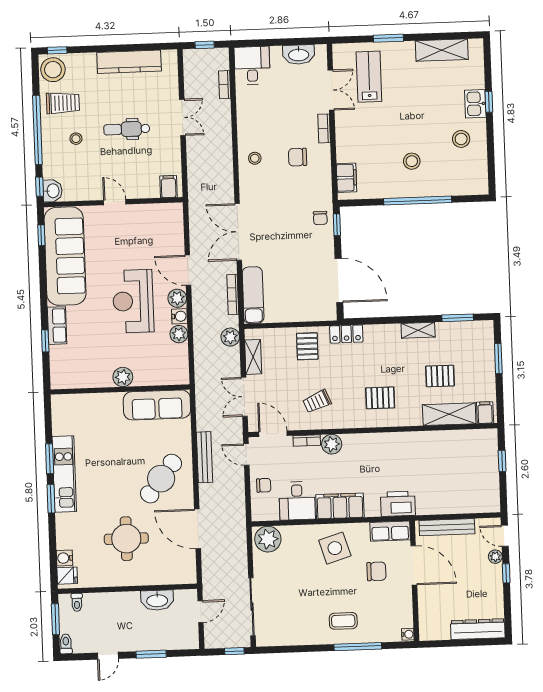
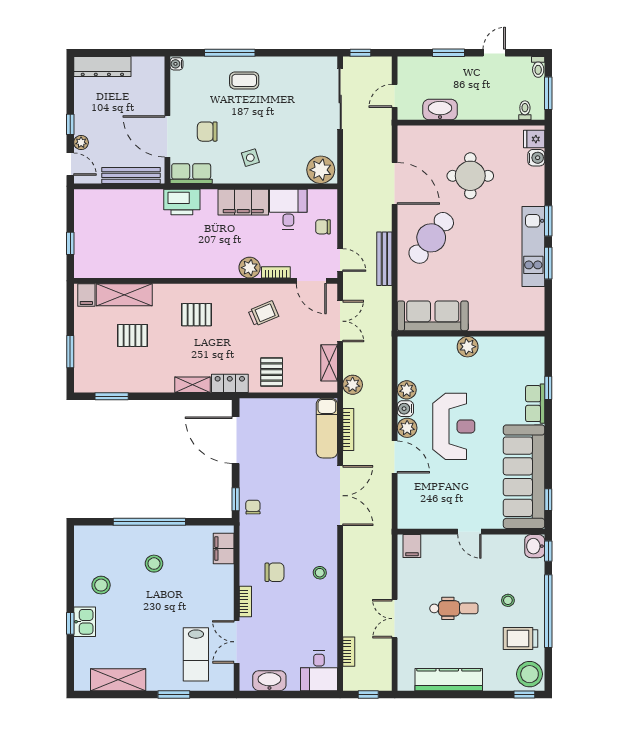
shelving: (418, 330) -> (192, 385), moved
side table: (335, 548) -> (250, 158), width x0.54, depth x0.54

